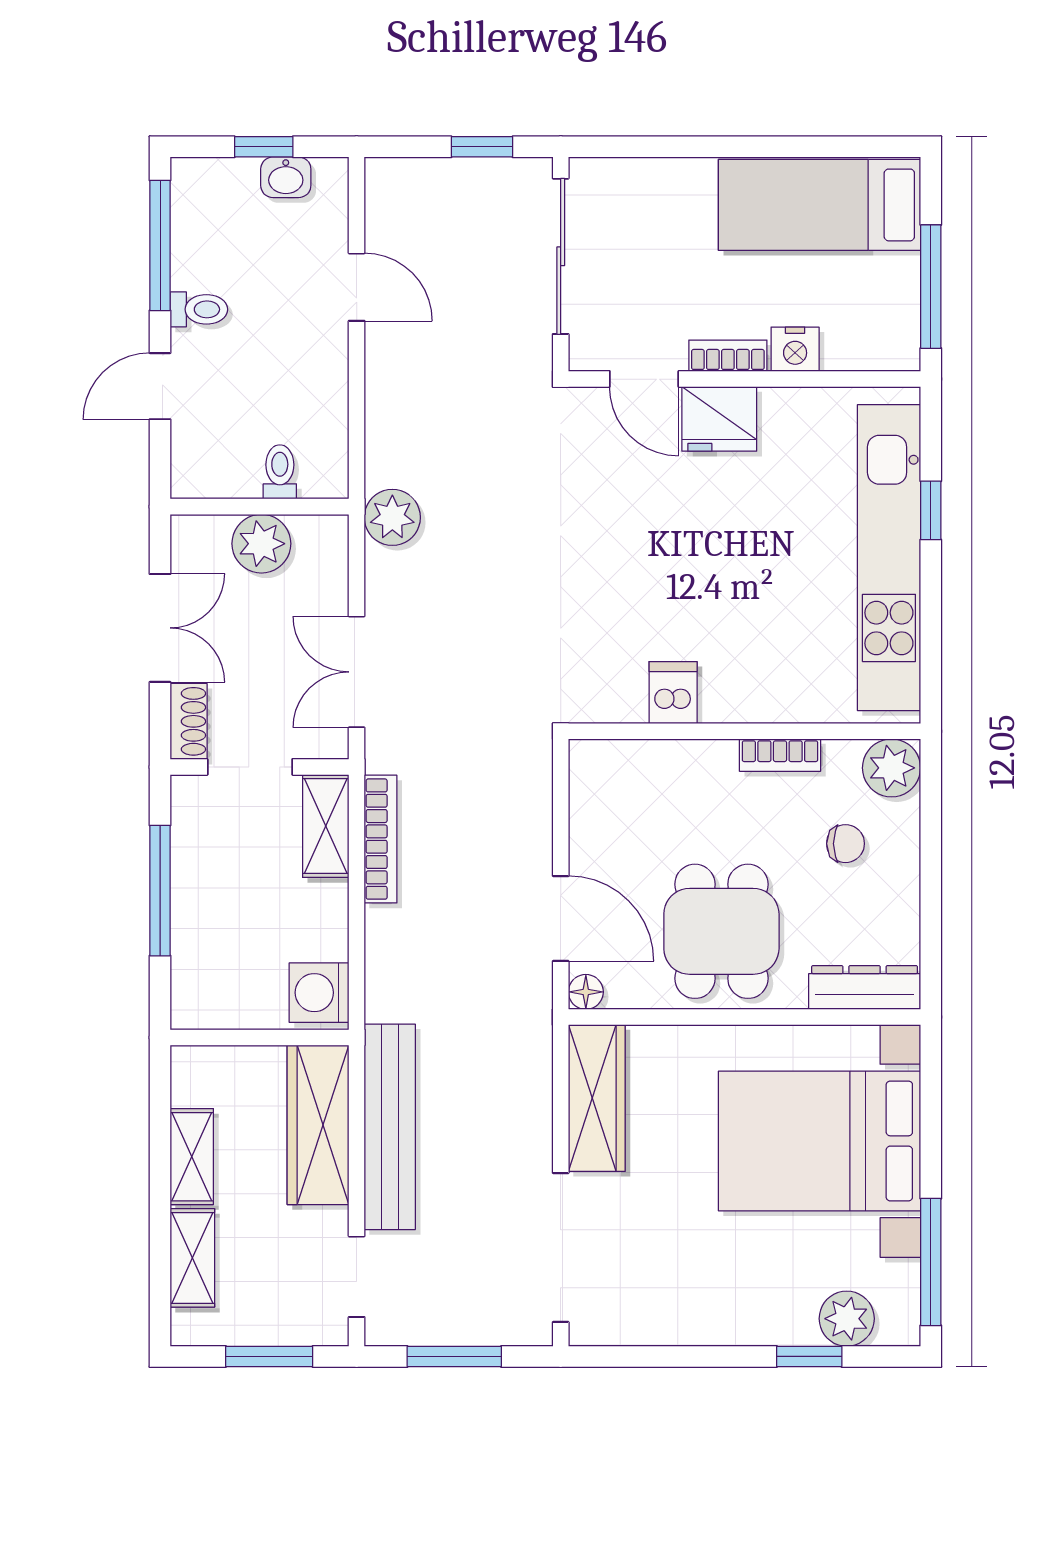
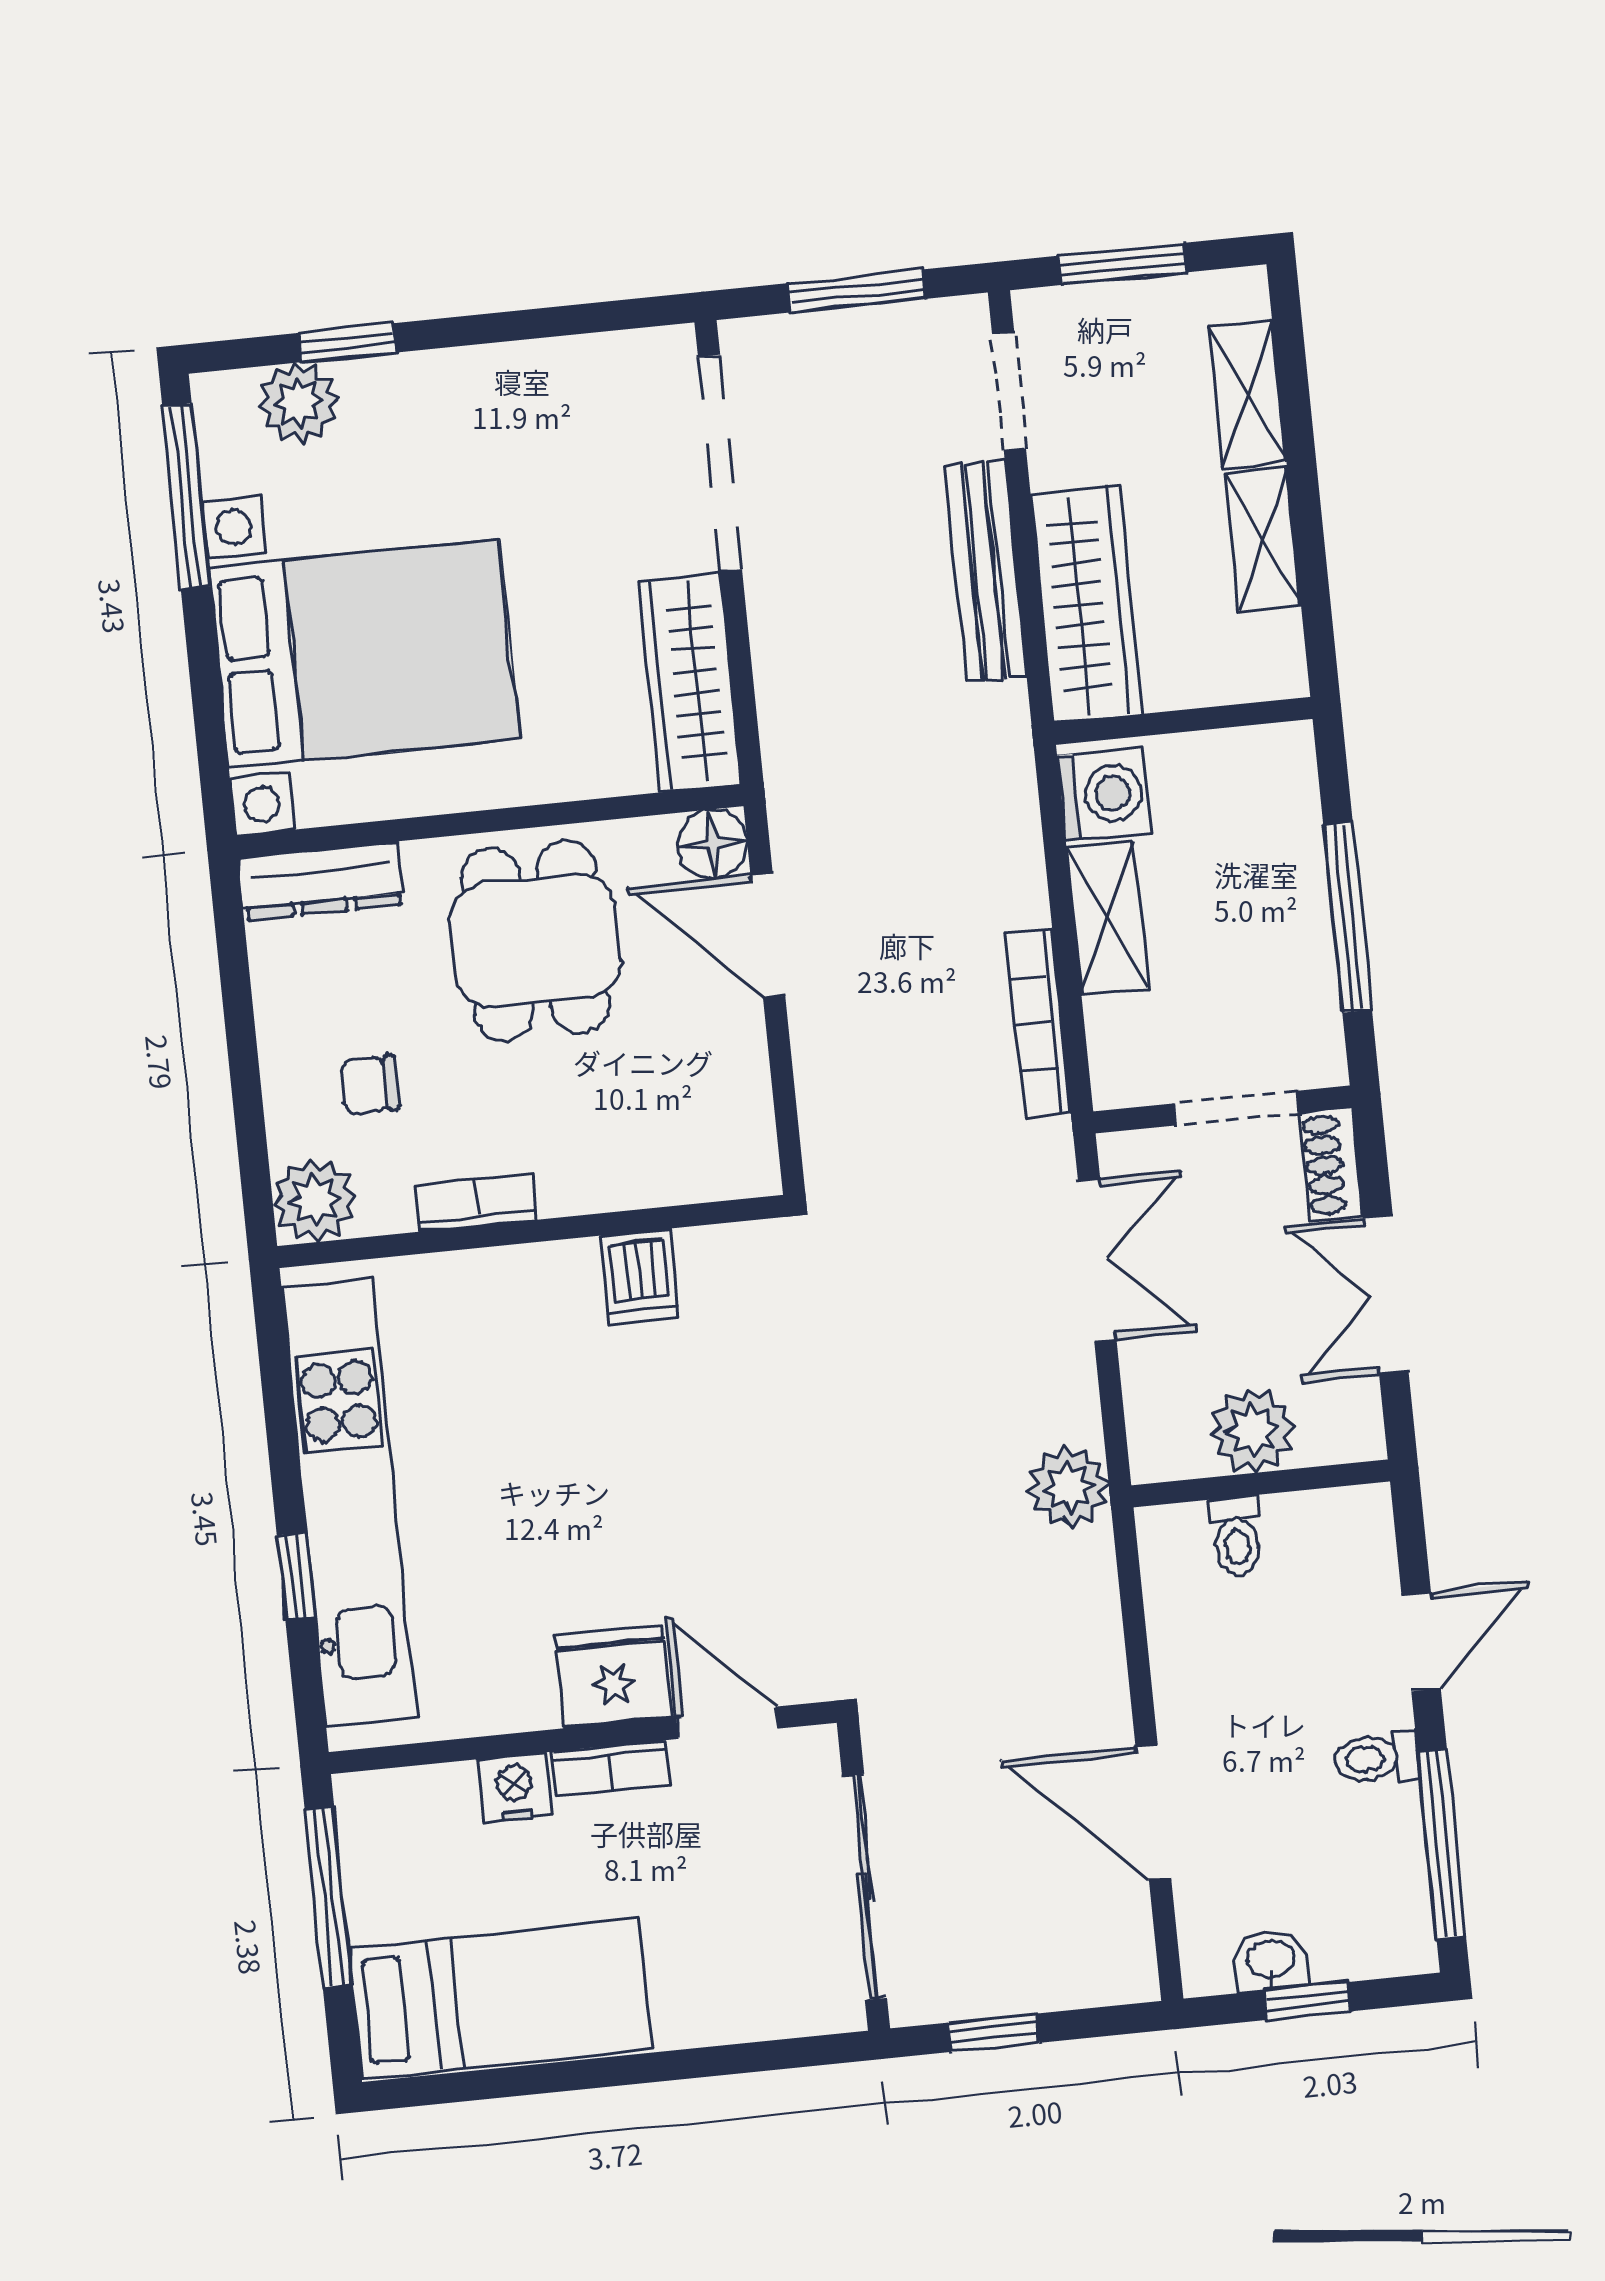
door: (357, 287) -> (1153, 1813), width x1.38
shelving: (326, 826) -> (1107, 917), moved
floor lamp: (586, 992) -> (713, 844), width x1.37, depth x1.37
bench: (390, 1127) -> (986, 571), width x0.73, depth x0.82

